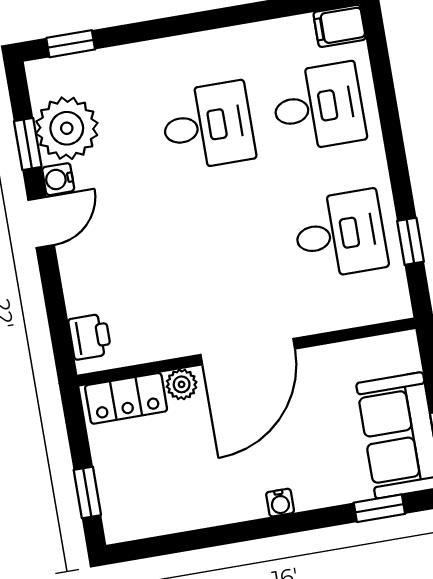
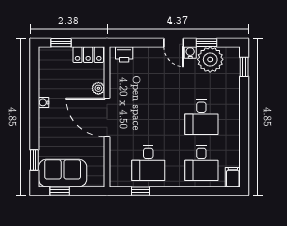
locker: (126, 398) -> (88, 55), moved, turned -90
water cooler: (280, 503) -> (44, 102), moved

